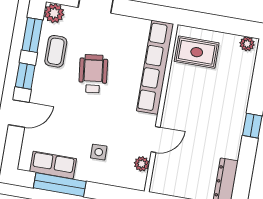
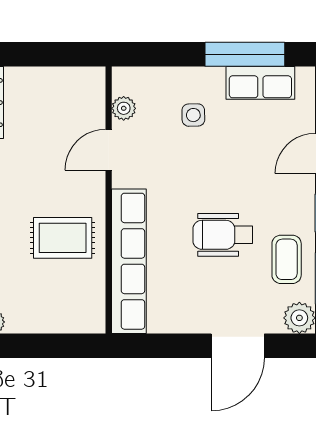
rug: (197, 52) -> (63, 238), moved
wheelchair: (93, 74) -> (223, 235), turned 97

